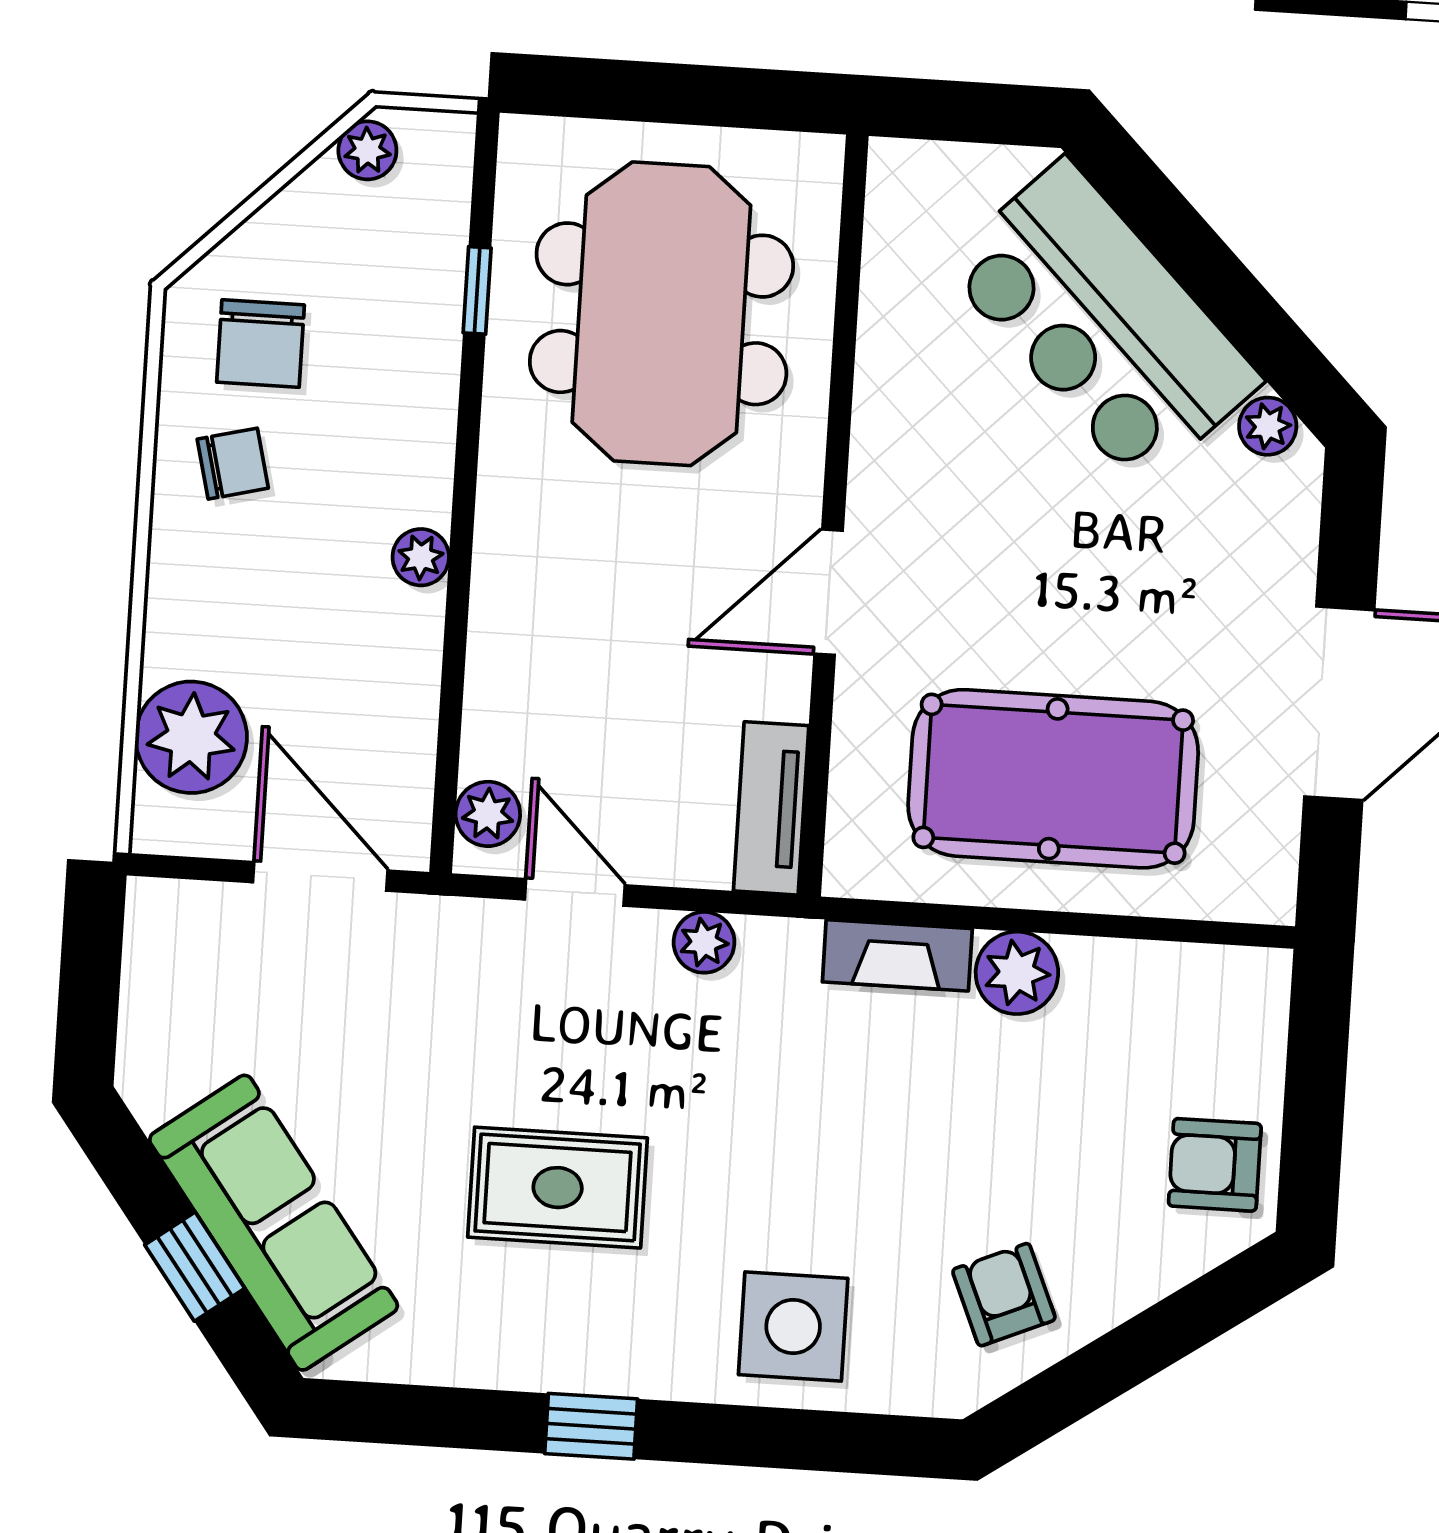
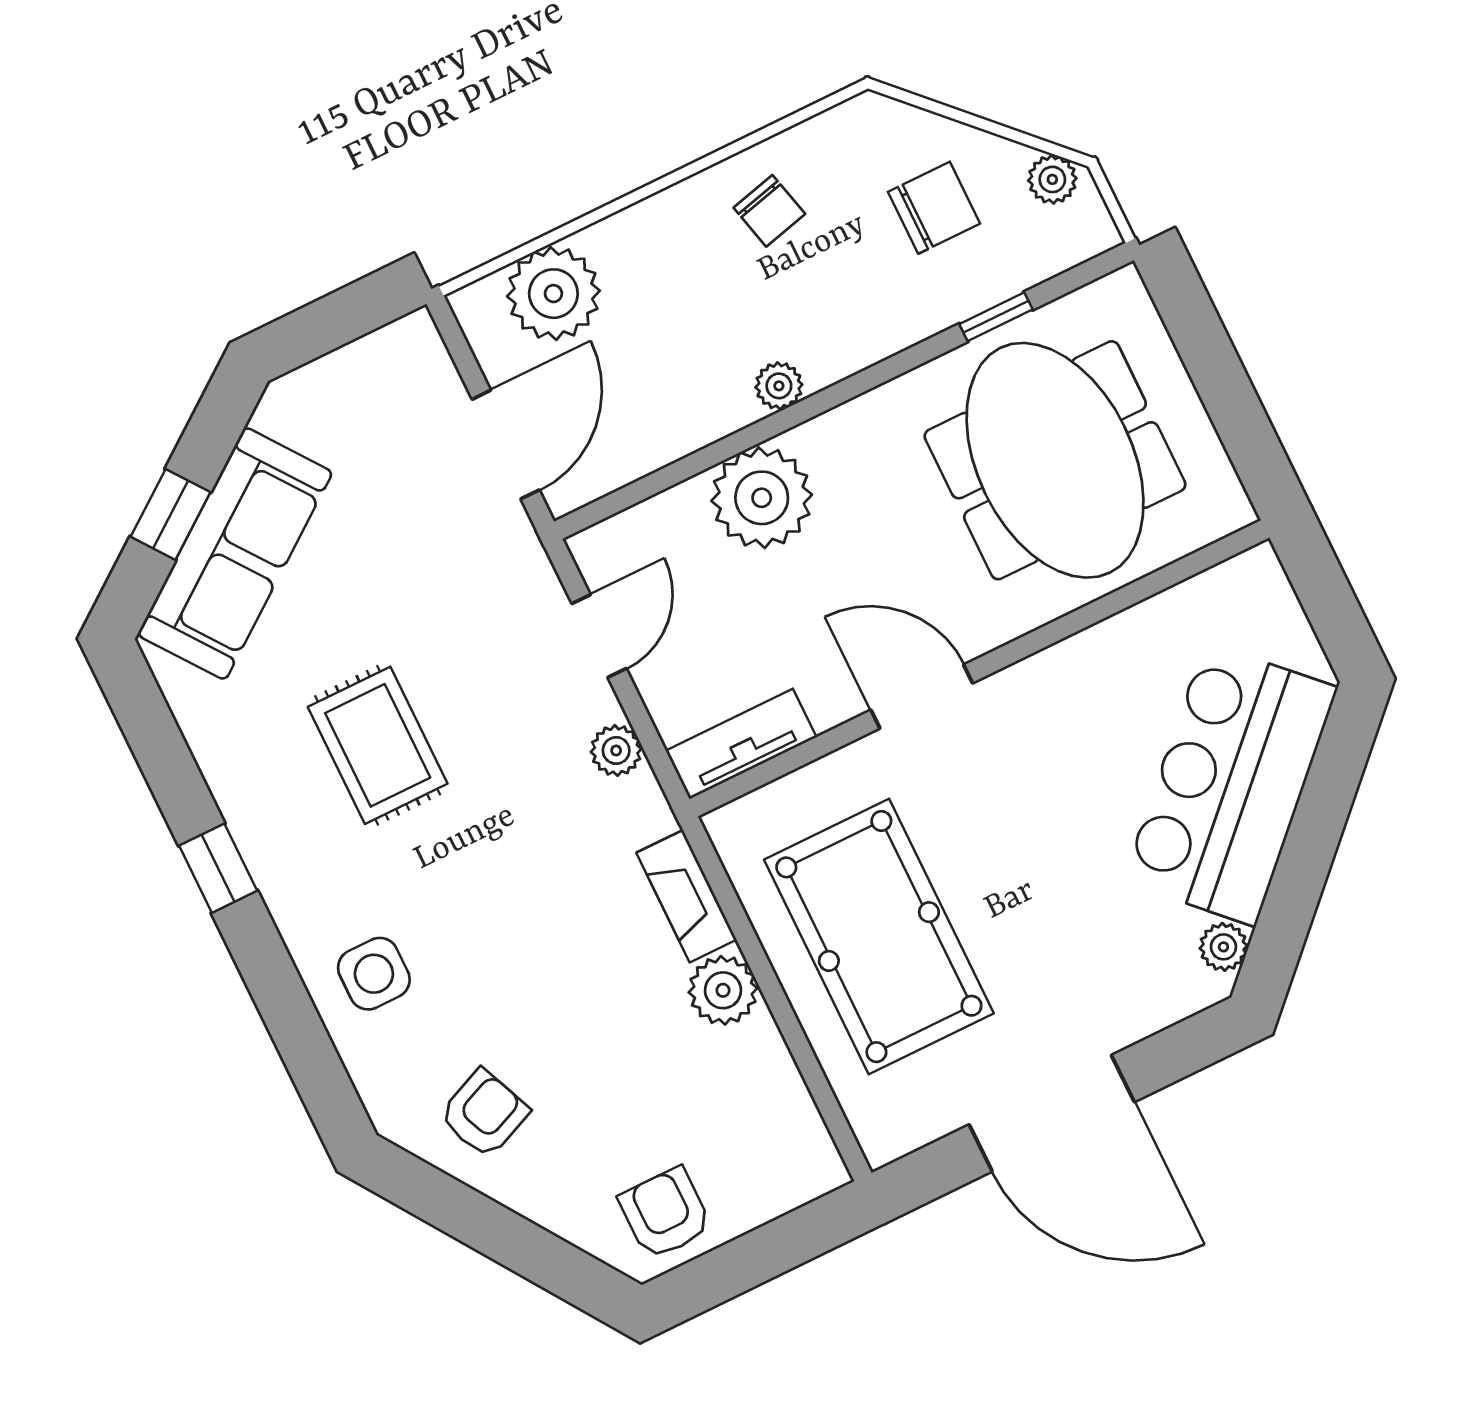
meeting table: (661, 314) -> (1055, 460), turned 90
chair: (261, 344) -> (934, 208), moved, turned 180
plant: (488, 814) -> (762, 498), moved, width x1.87, depth x1.87
side table: (793, 1327) -> (374, 974), width x0.73, depth x0.73

